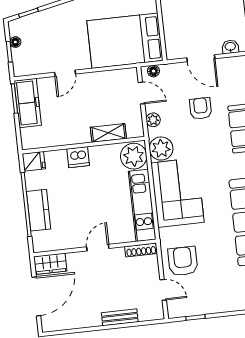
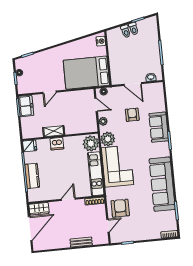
freezer: (28, 103) -> (26, 106), width x0.71
shelving: (108, 133) -> (54, 131), moved
door: (163, 290) -> (108, 226), hinge flipped

